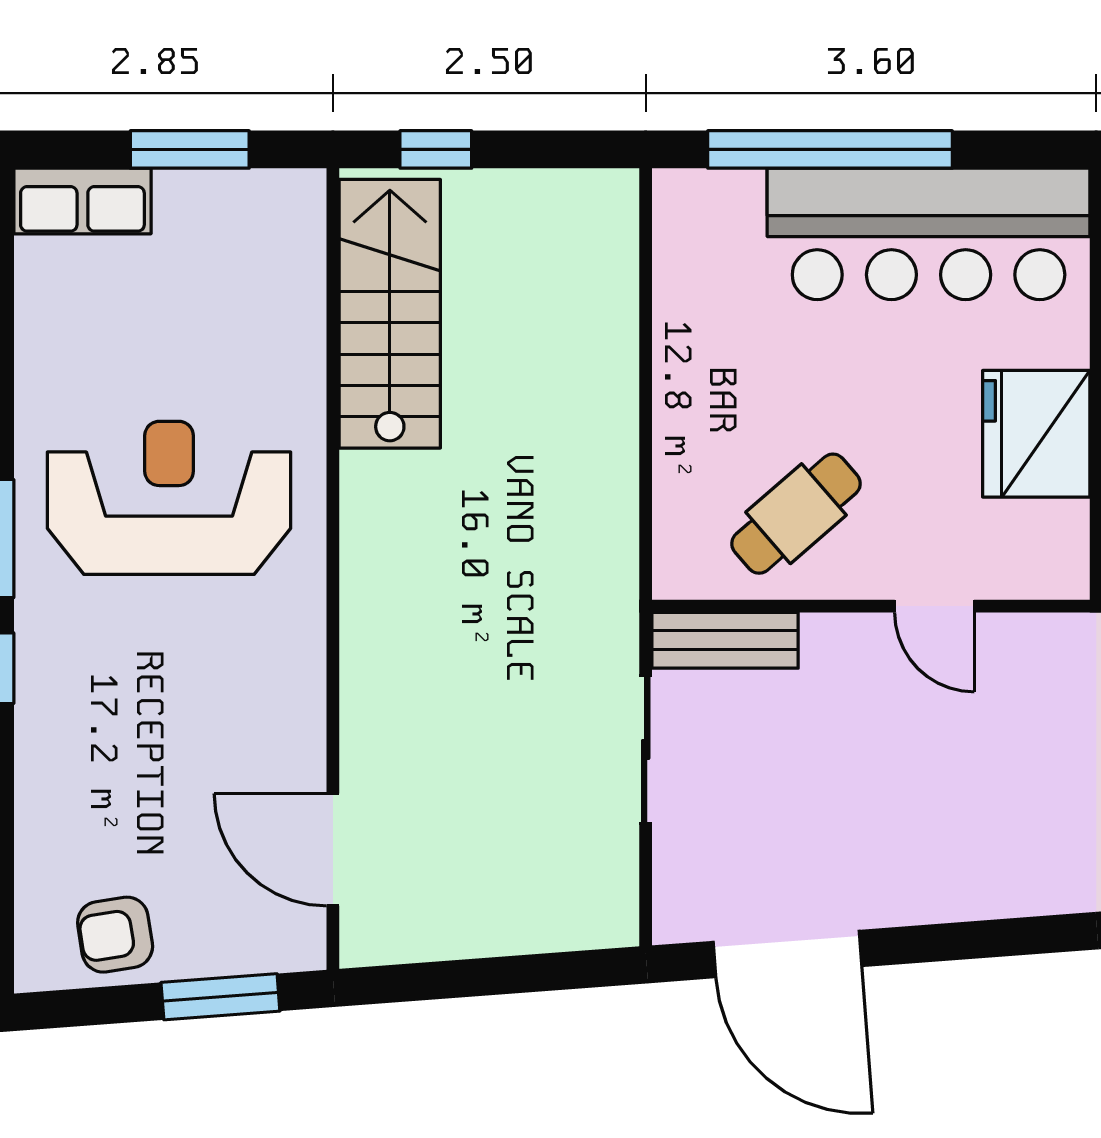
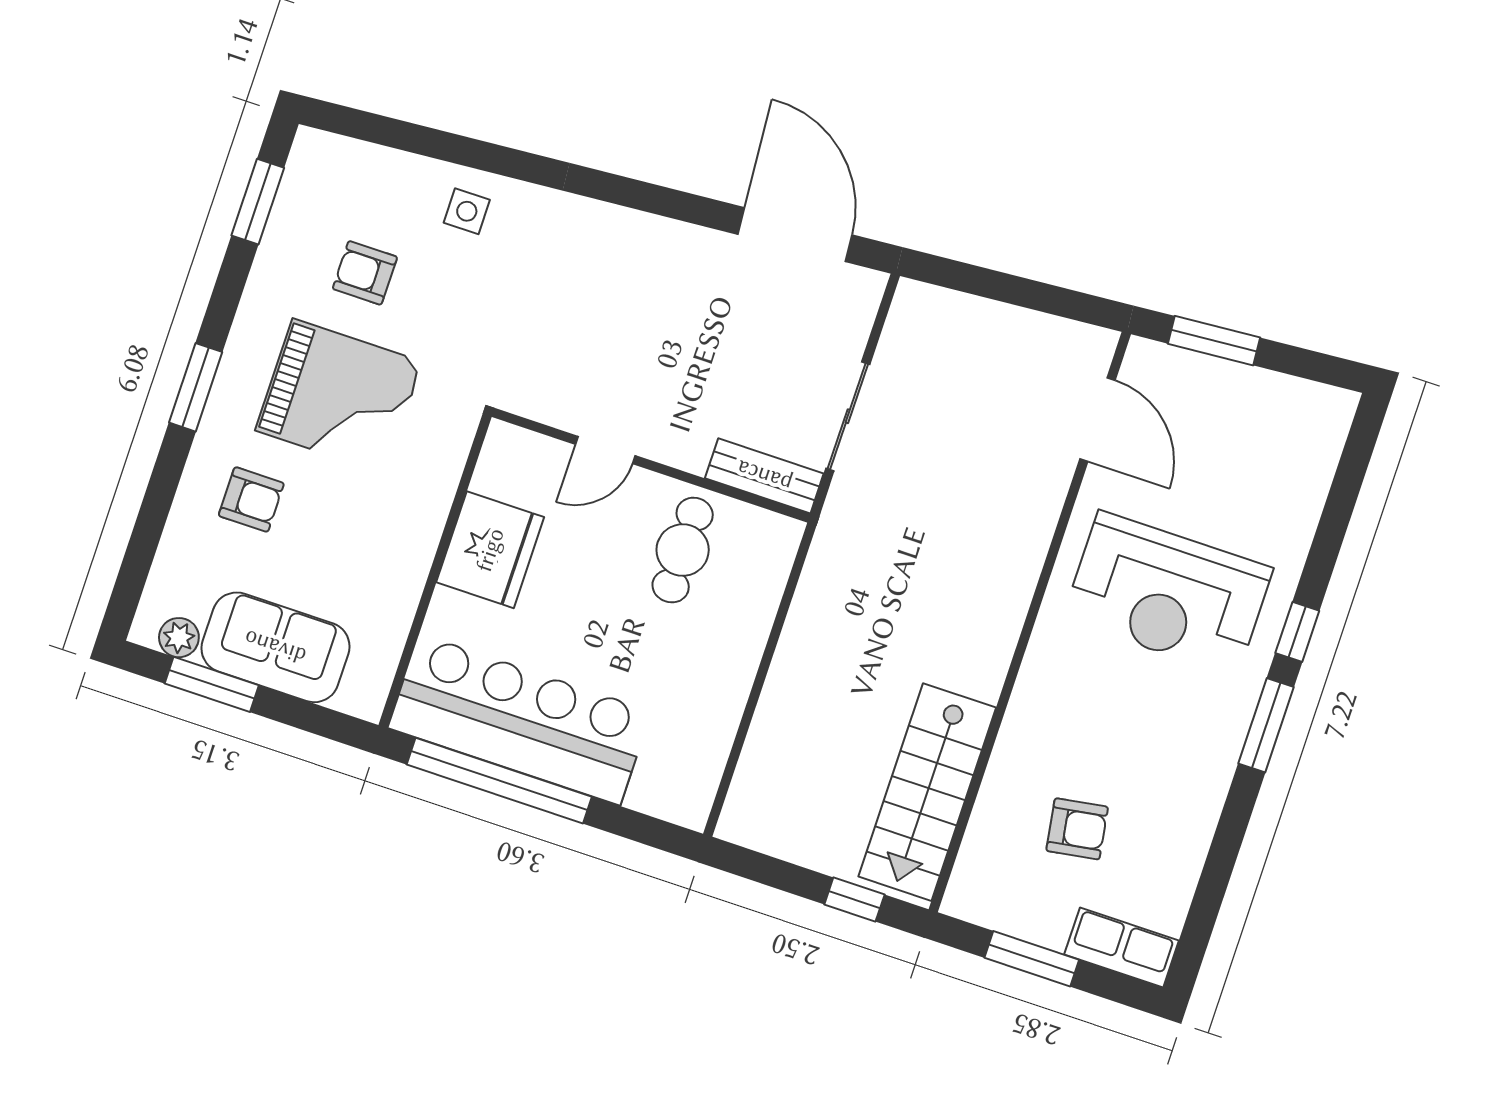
window: (830, 149) -> (499, 781), moved
reception desk: (169, 498) -> (1168, 594), moved
cafe table: (796, 514) -> (683, 550), turned -49
door: (934, 606) -> (605, 450), swing flipped
armchair: (115, 935) -> (1077, 829), moved

